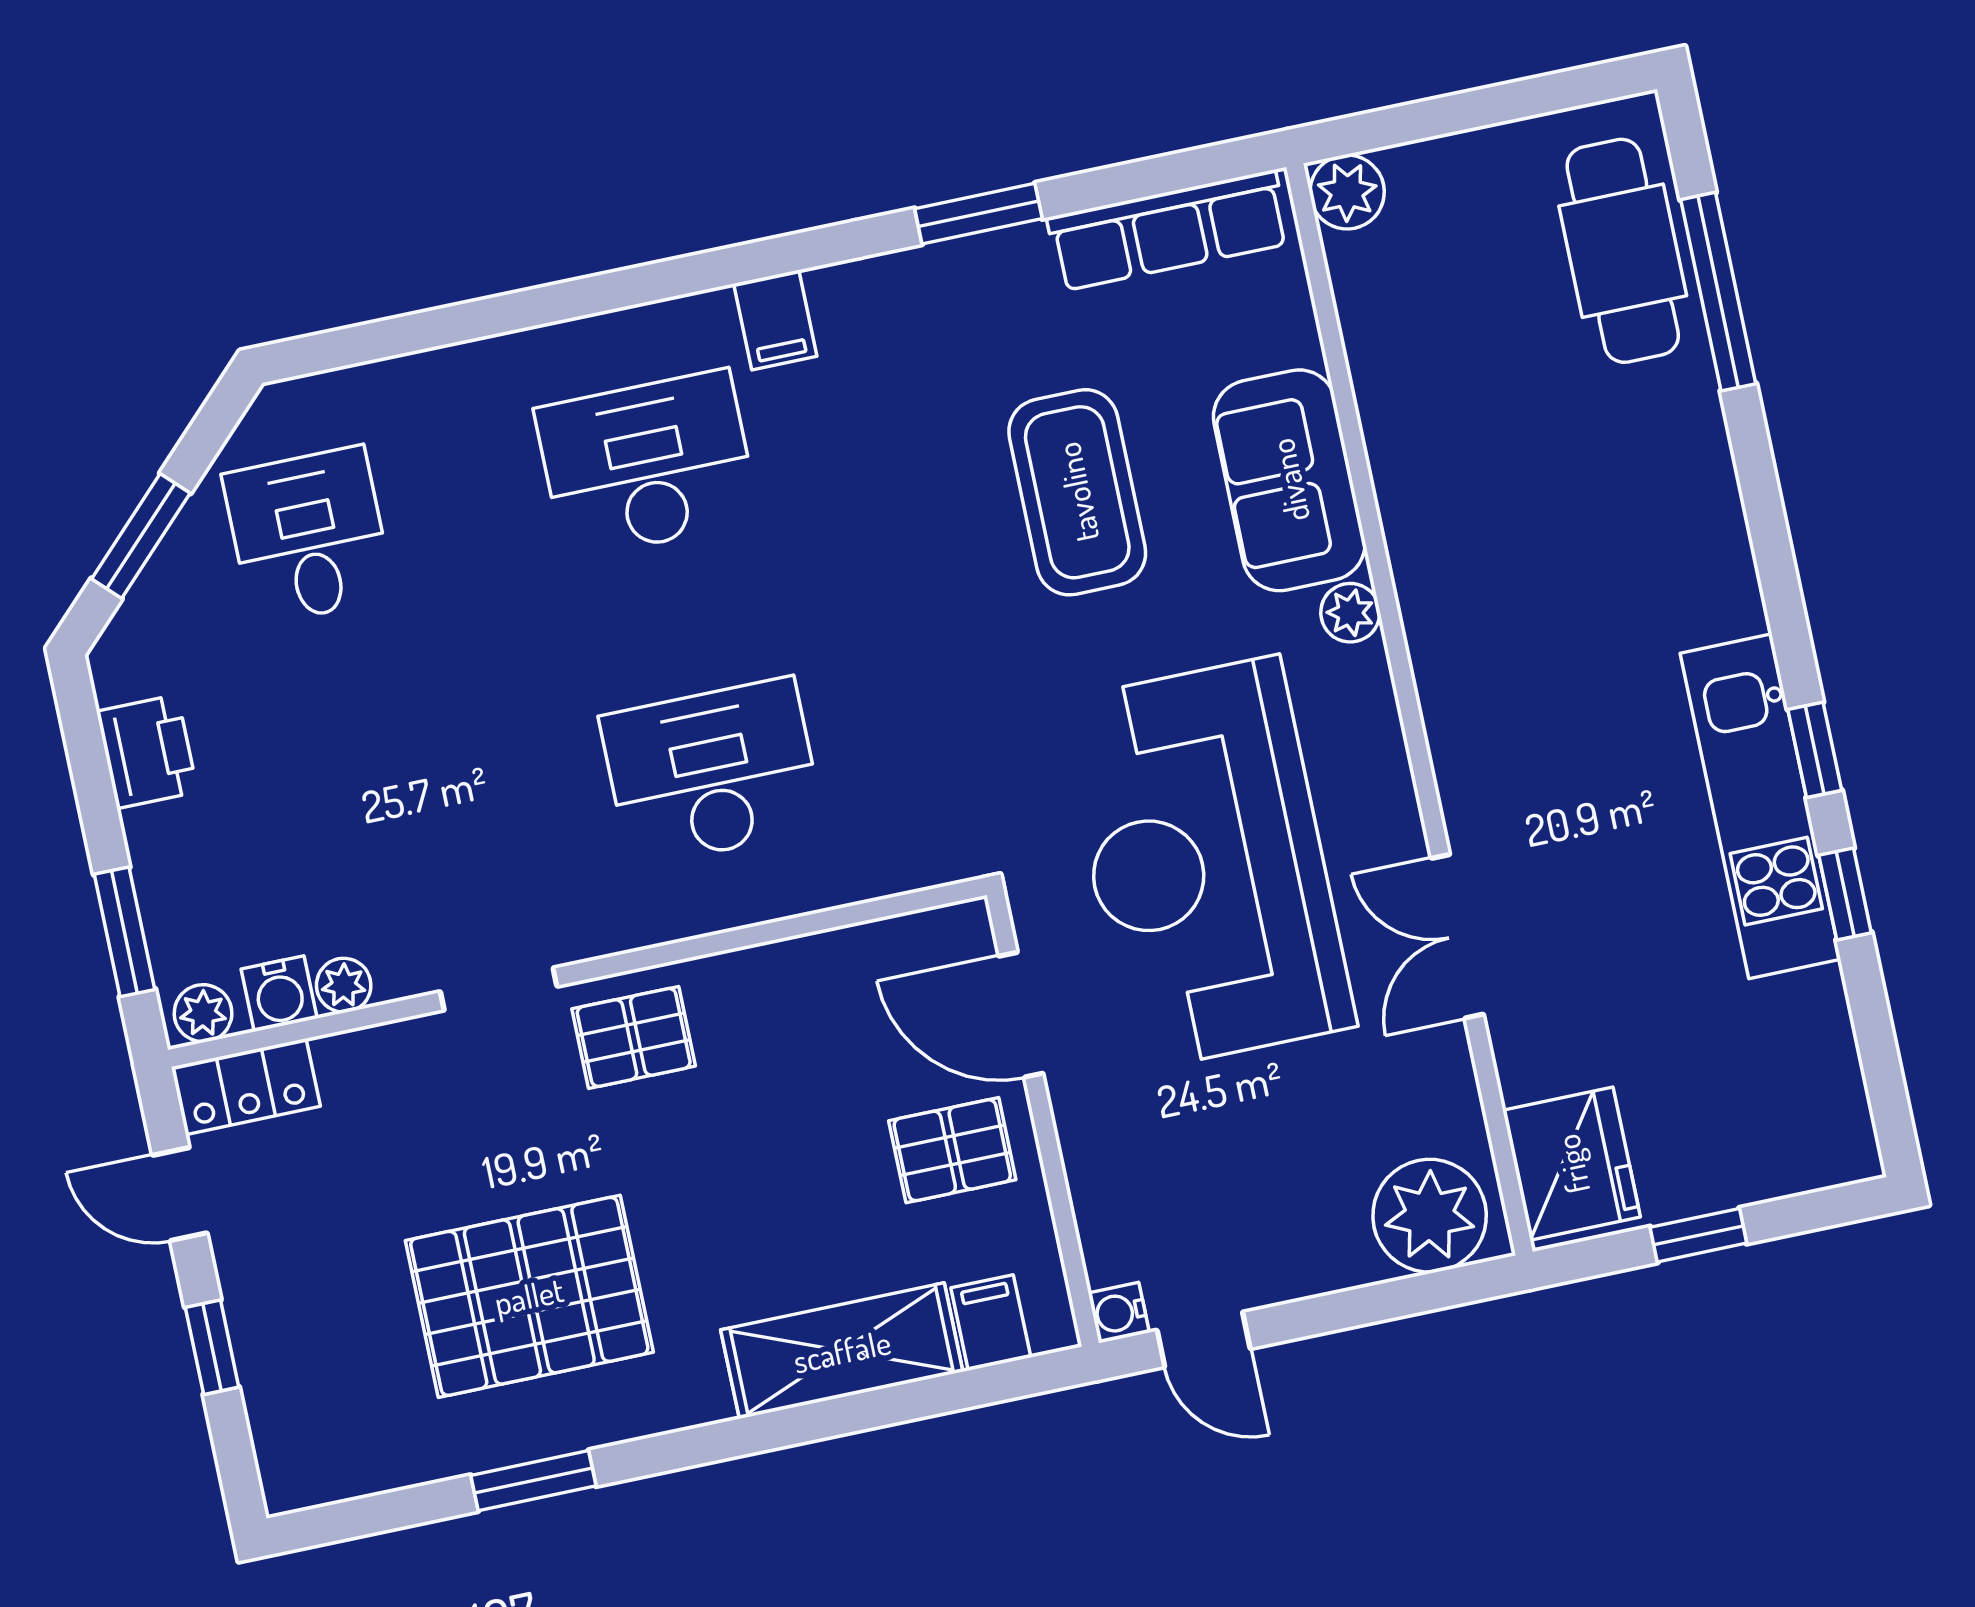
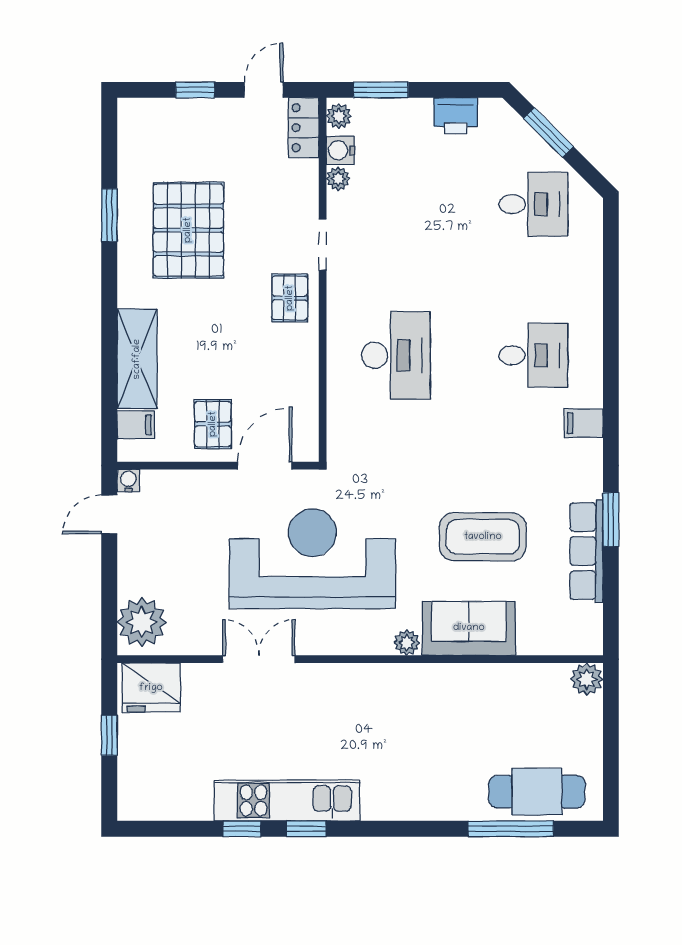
row of seats: (1168, 230) -> (586, 551), moved
desk: (647, 465) -> (533, 355), width x0.73

